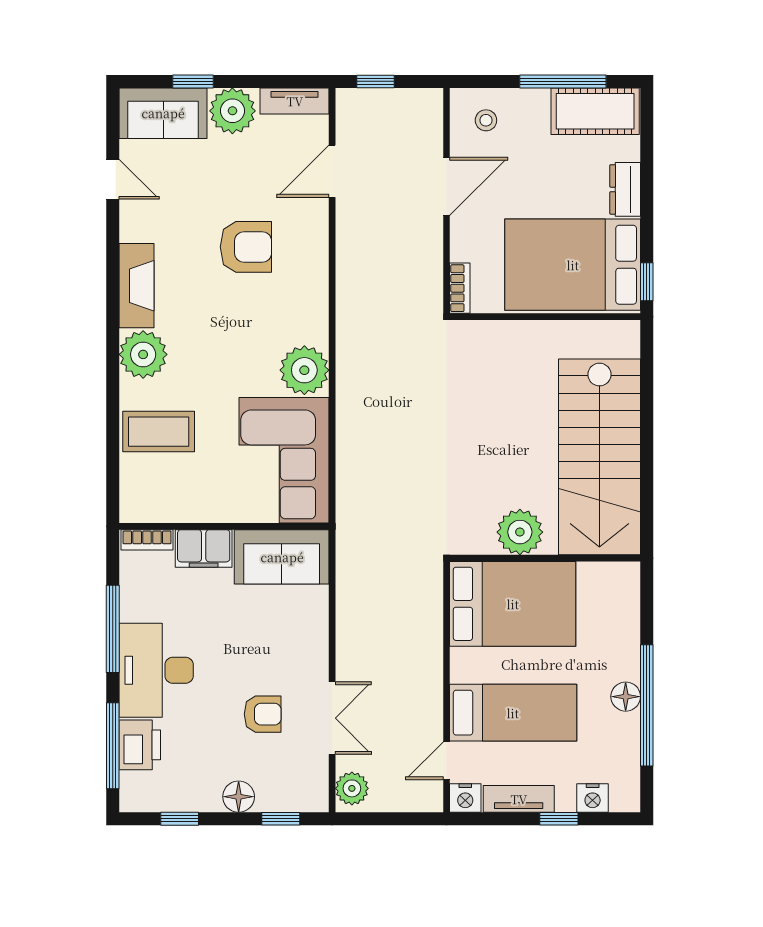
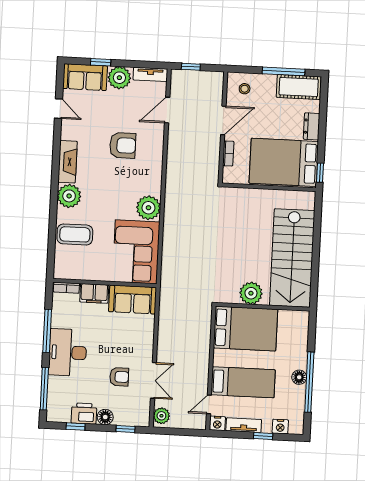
bookcase: (460, 288) -> (228, 153), moved
printer: (140, 745) -> (84, 413), moved, turned -90

